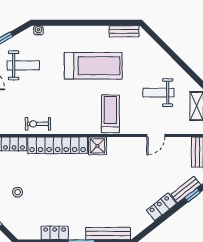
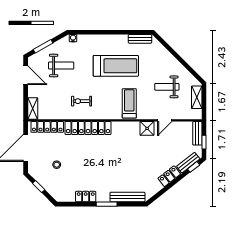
exercise bike: (38, 124) -> (82, 101), moved
shower: (97, 146) -> (147, 128), moved

